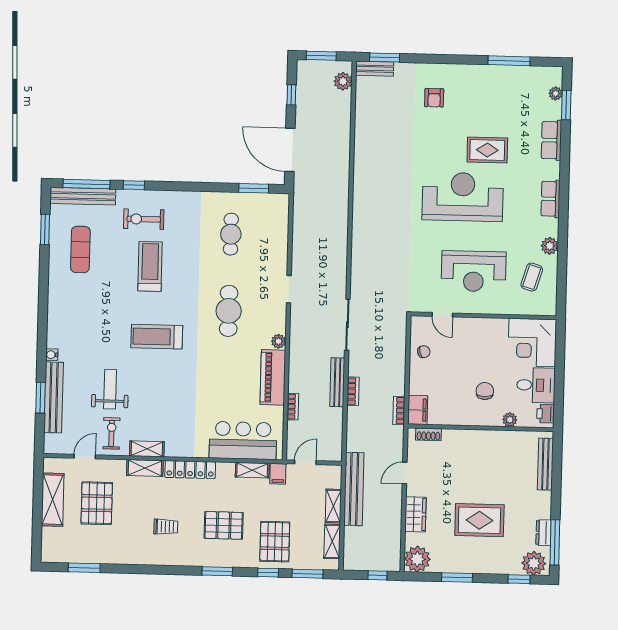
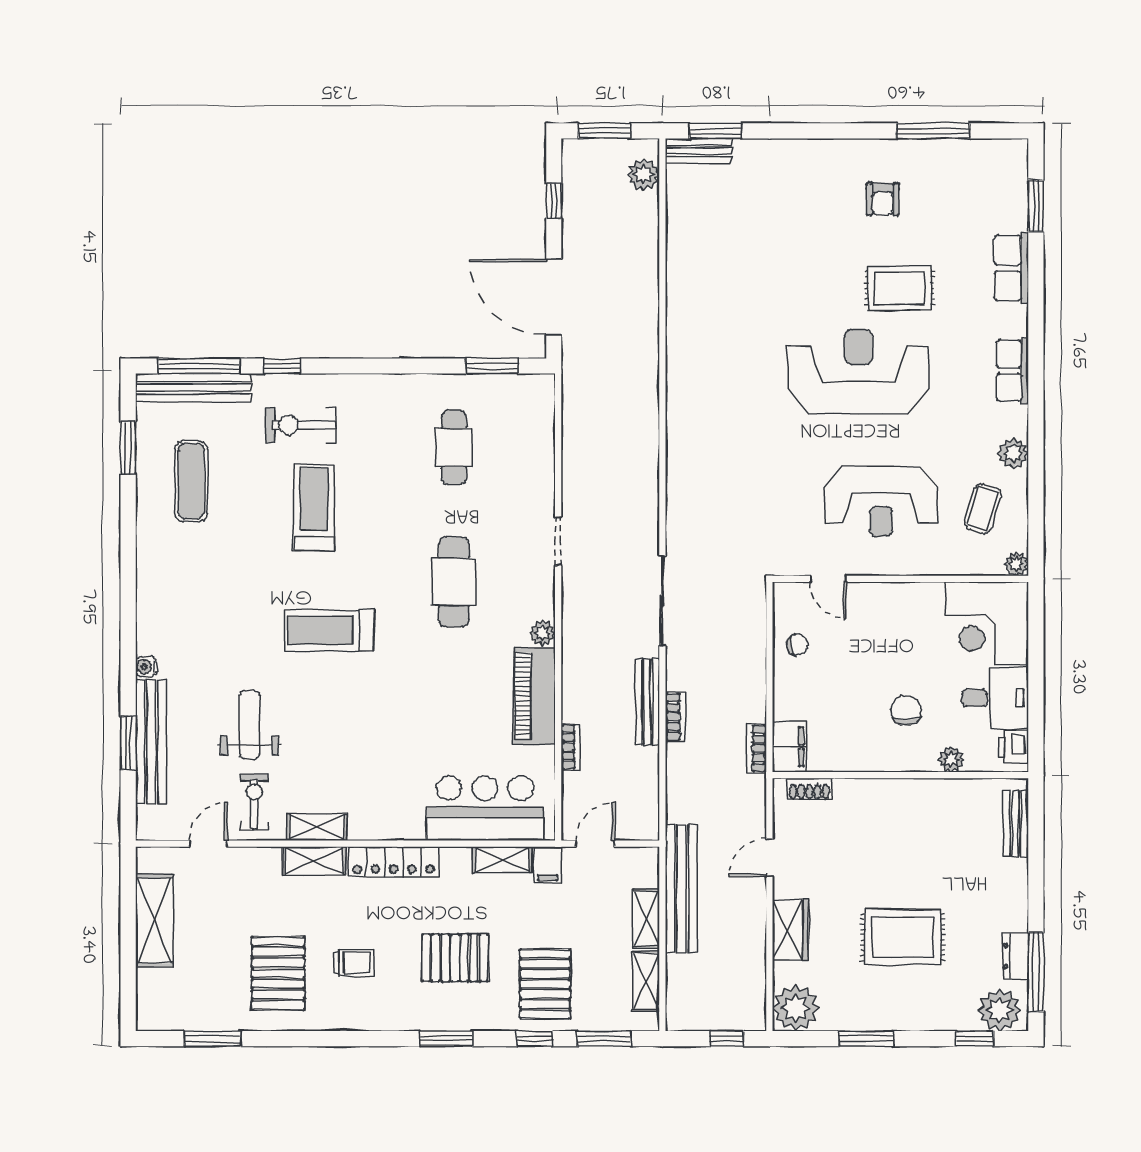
plant: (556, 93) -> (1016, 564), moved
armchair: (434, 98) -> (883, 199), moved
bench: (545, 464) -> (1016, 824), width x0.73
pallet: (97, 503) -> (278, 973), moved

